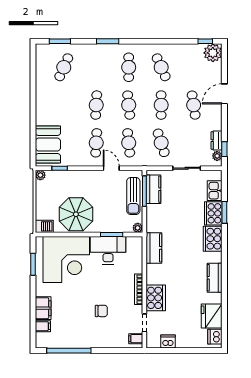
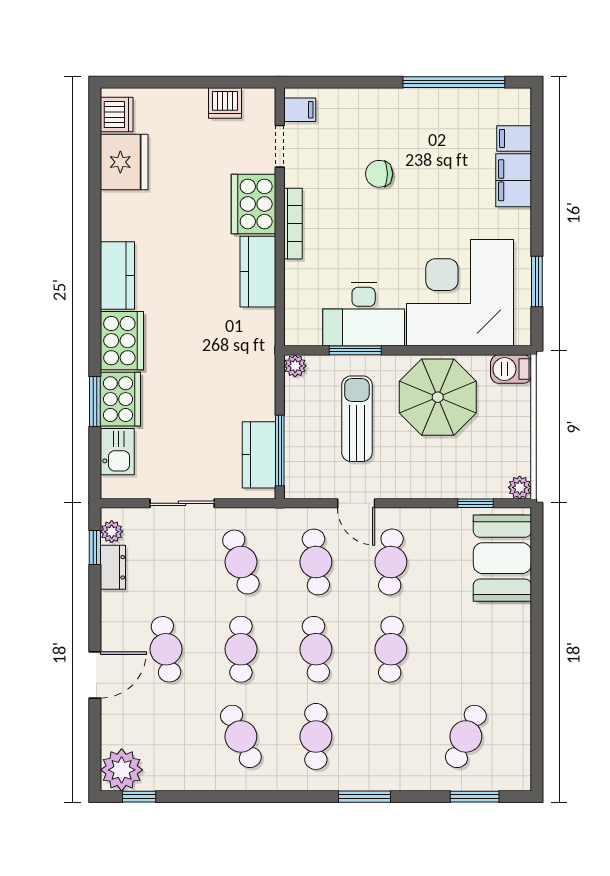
sun lounger: (133, 196) -> (357, 419), moved
kitchen counter: (154, 248) -> (258, 272), moved
kitchen counter: (215, 278) -> (117, 275), moved

